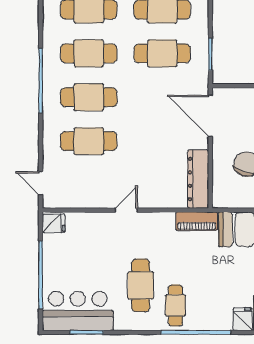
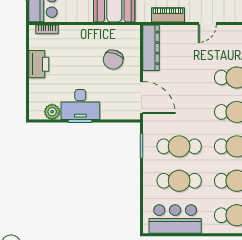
piano: (197, 221) -> (168, 15), moved

